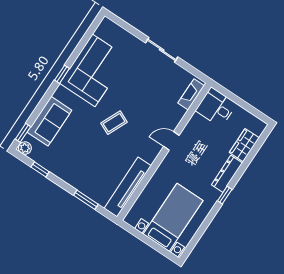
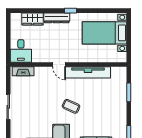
tv unit: (128, 187) -> (88, 72), moved

